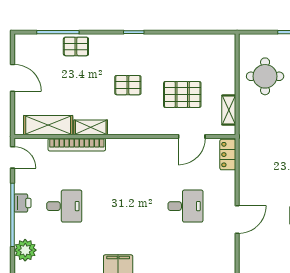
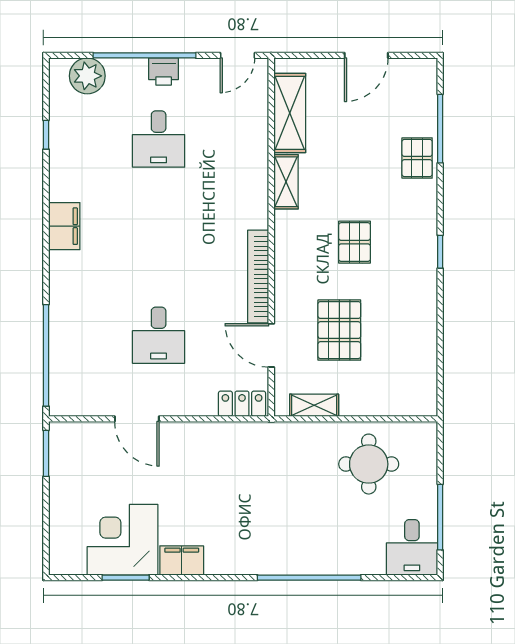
bookcase: (77, 145) -> (258, 277), moved

